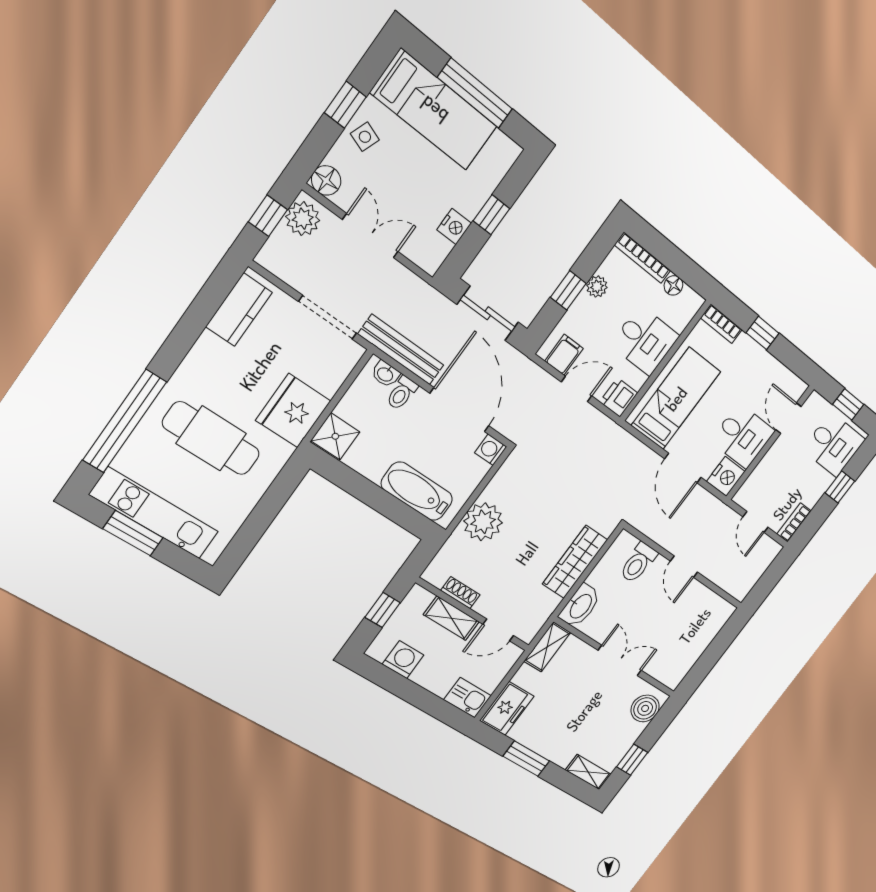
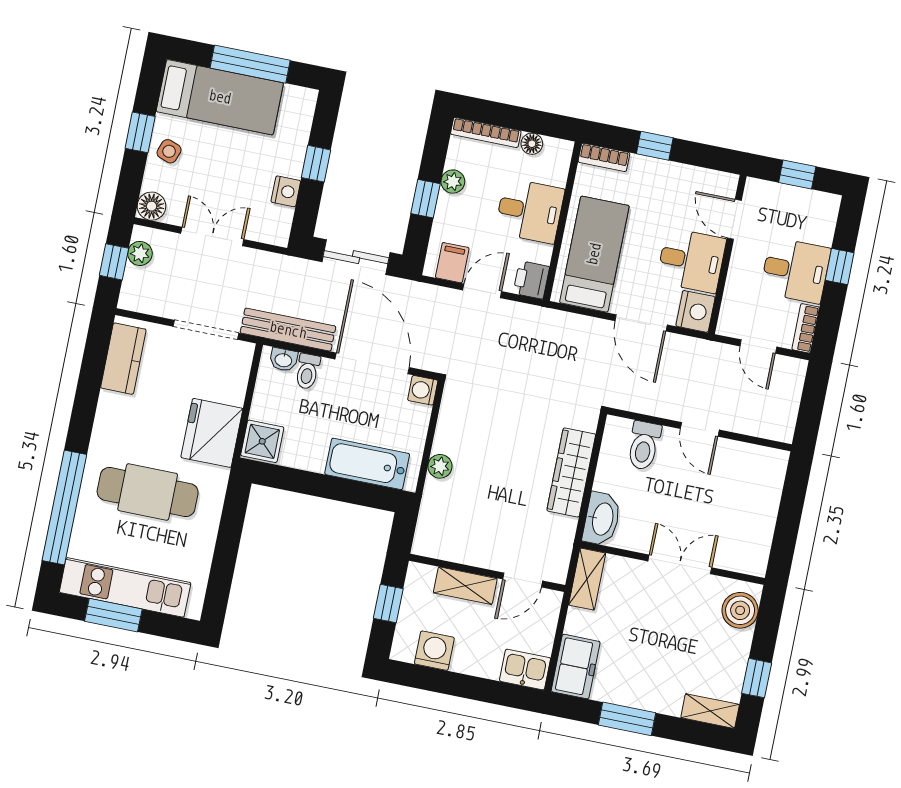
plant: (303, 219) -> (140, 253), width x0.73, depth x0.73
desk: (834, 444) -> (795, 270), moved
plant: (483, 522) -> (440, 466), width x0.53, depth x0.53
shoe rack: (460, 593) -> (462, 554), removed

